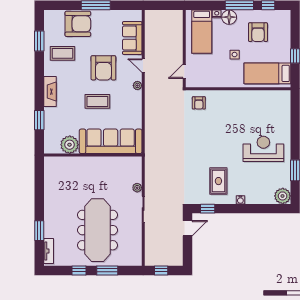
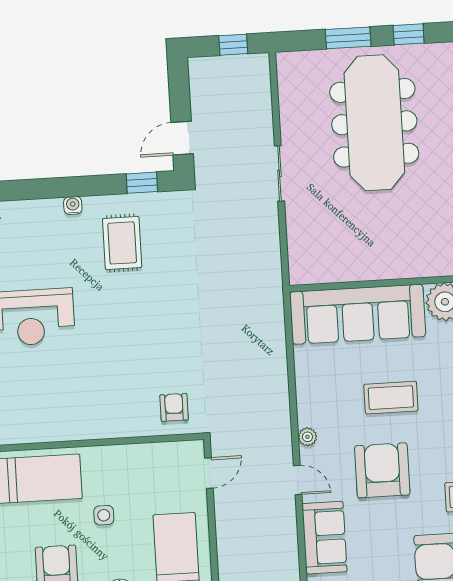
plant: (137, 188) -> (295, 218), removed

